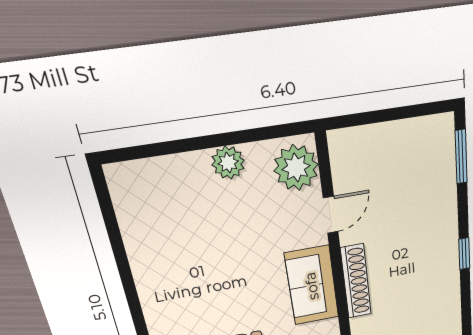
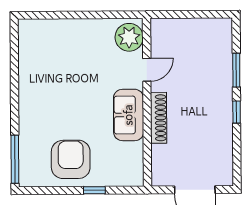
window: (461, 157) -> (236, 70), moved
plant: (228, 163) -> (89, 28), removed

